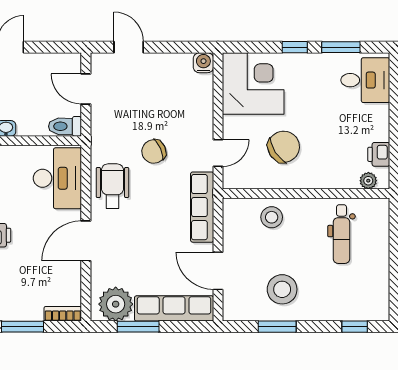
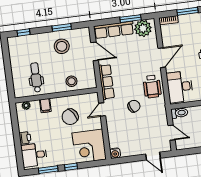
printer: (379, 154) -> (25, 138), moved
filing cabinet: (330, 176) -> (45, 106), added

